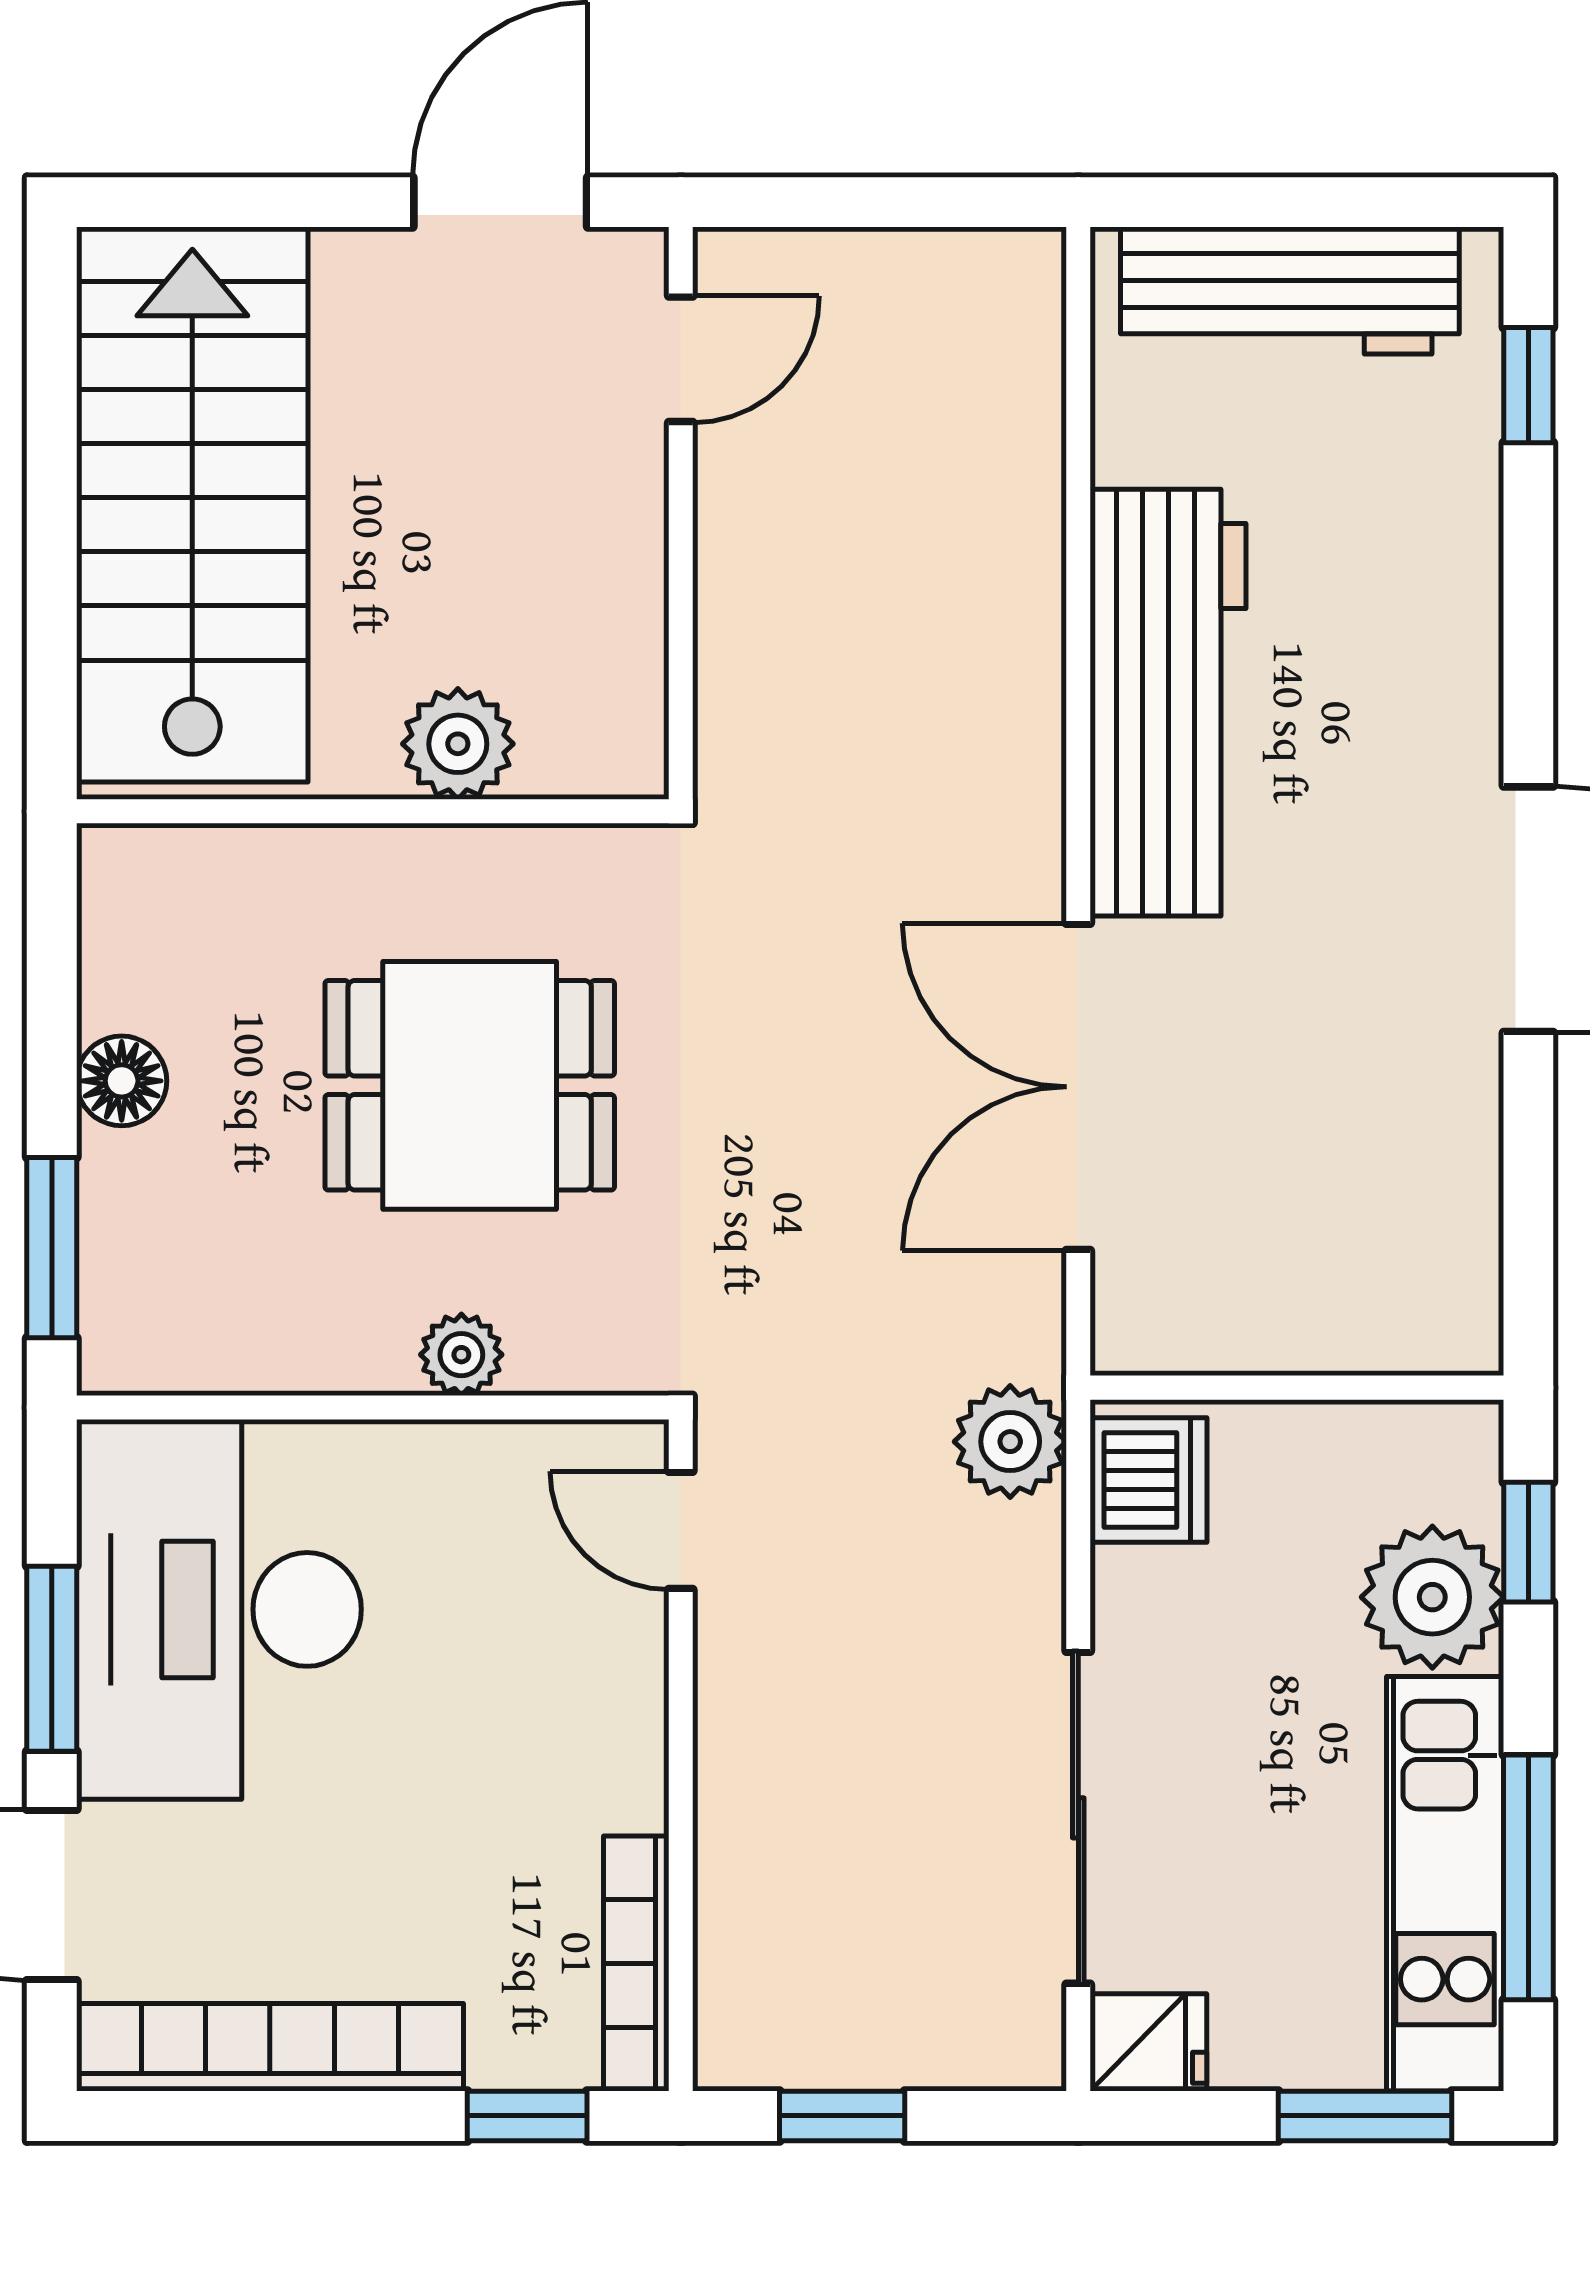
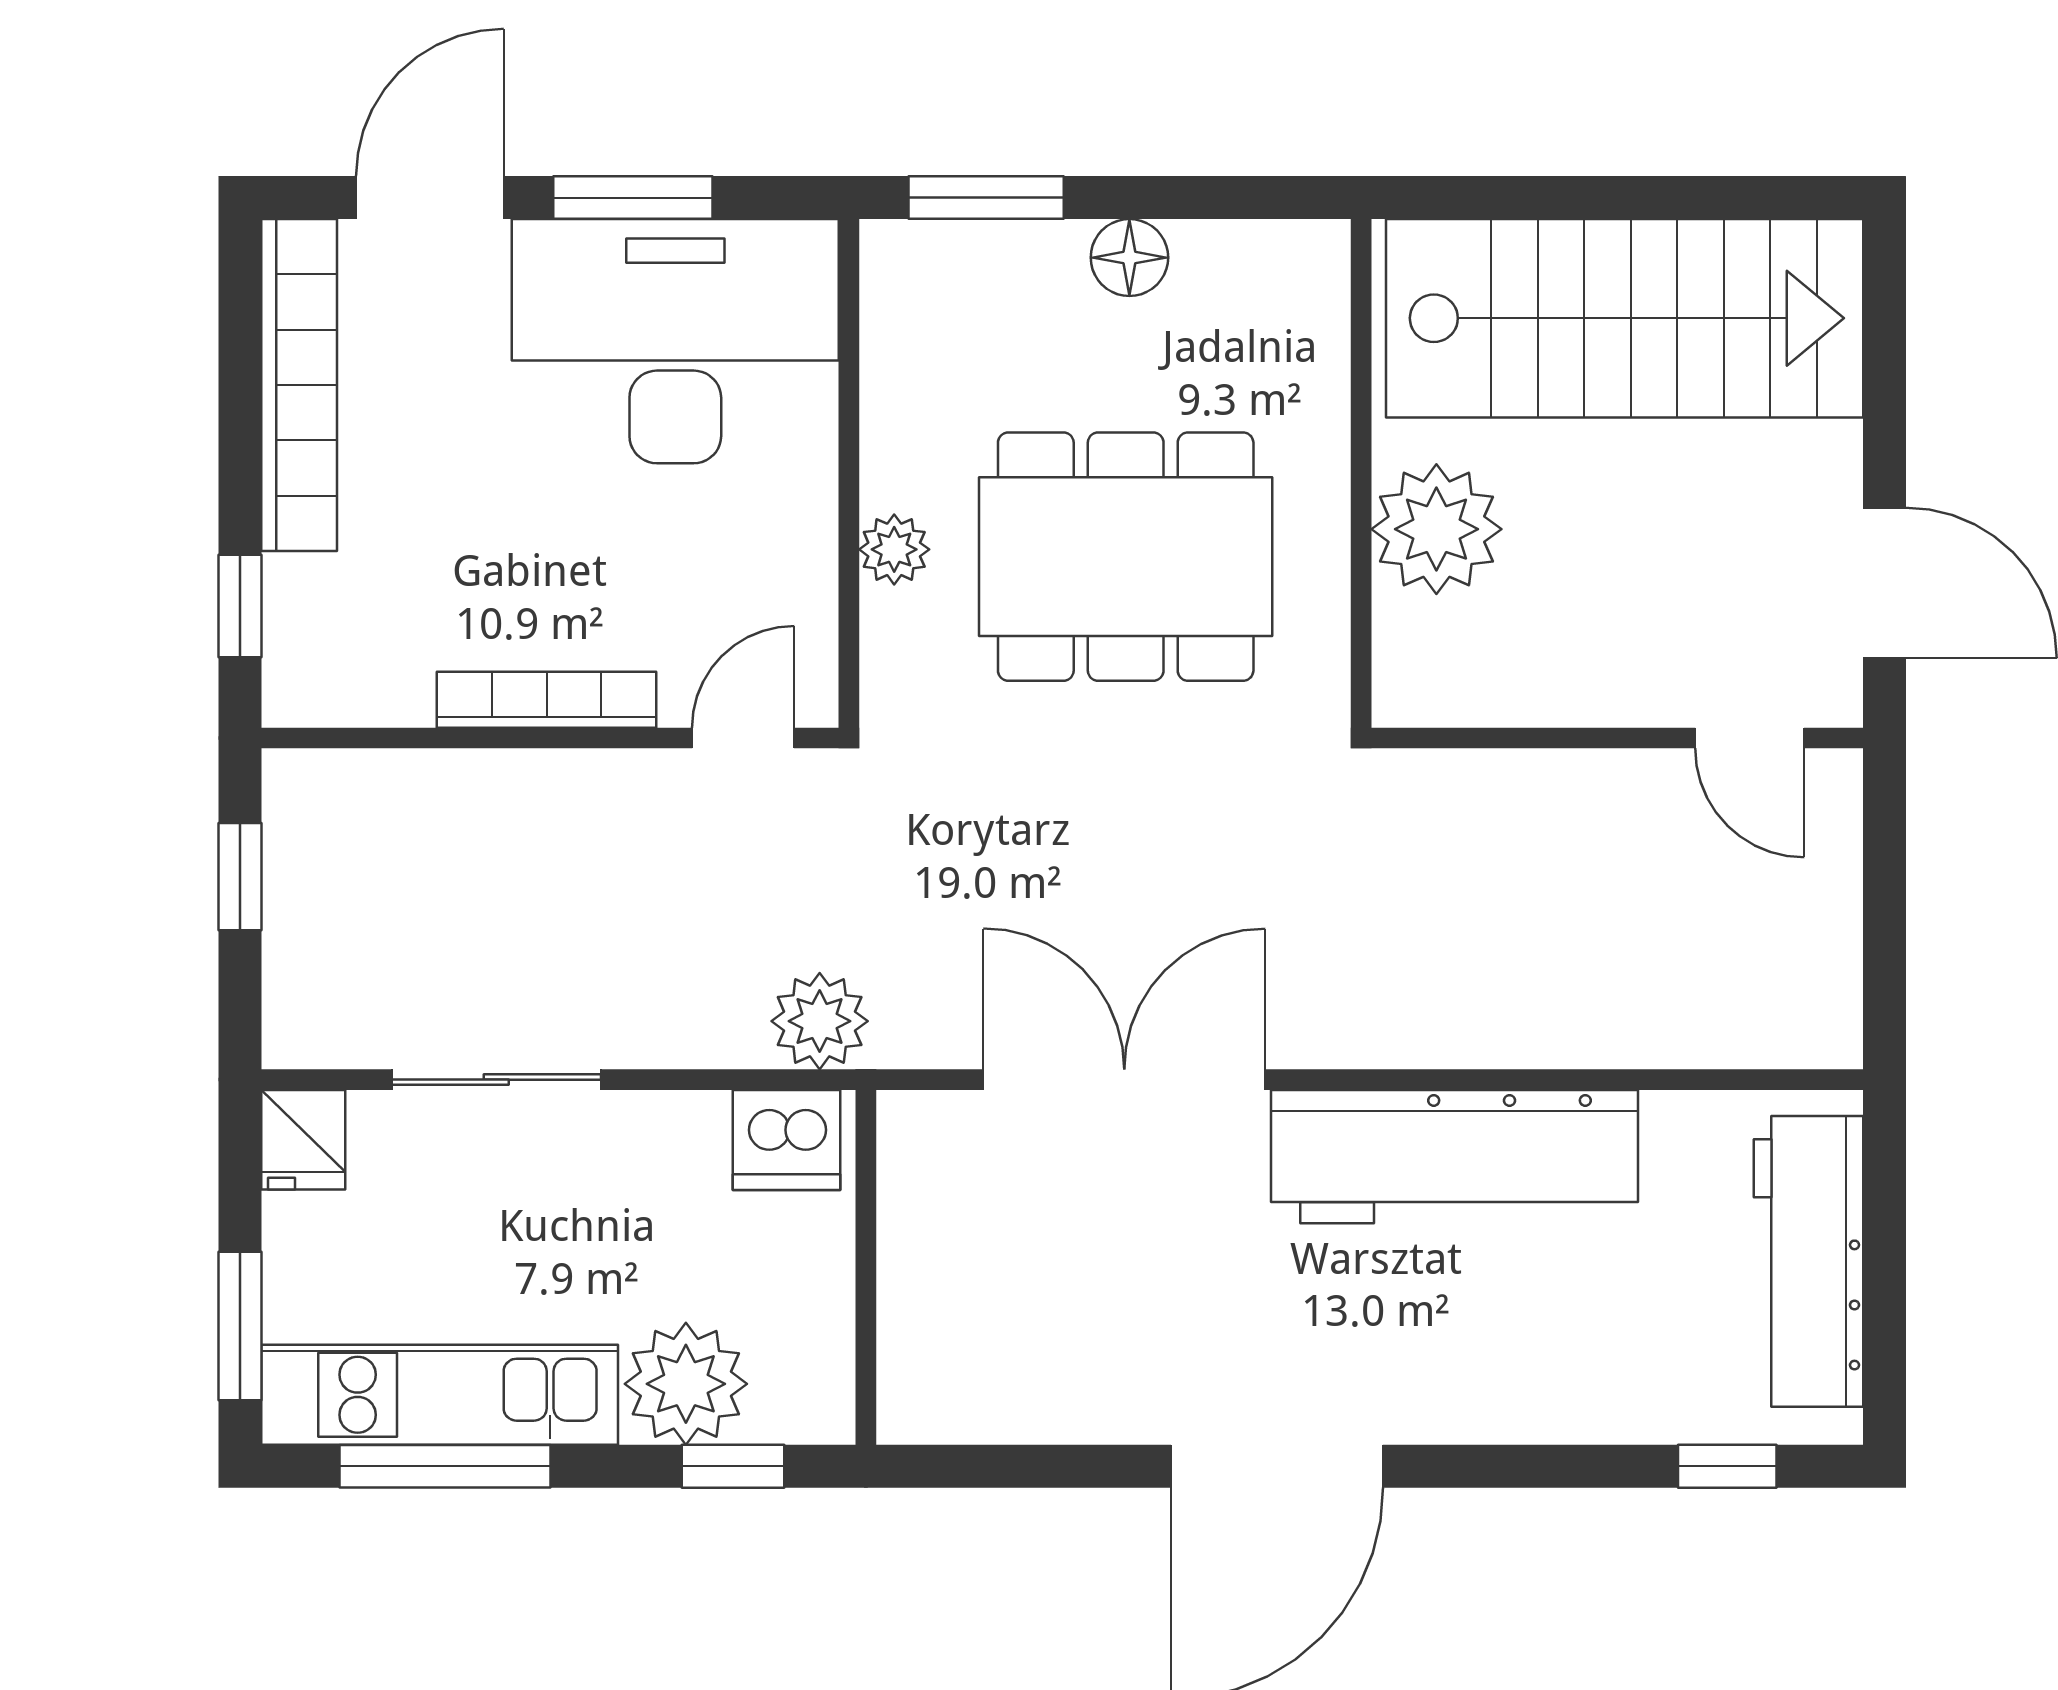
plant: (458, 744) -> (1436, 529), width x1.36, depth x1.36
dining table: (470, 1085) -> (1126, 557), width x1.37
sliding door: (1078, 1818) -> (496, 1080), width x0.73
bookcase: (636, 1964) -> (547, 700), moved

